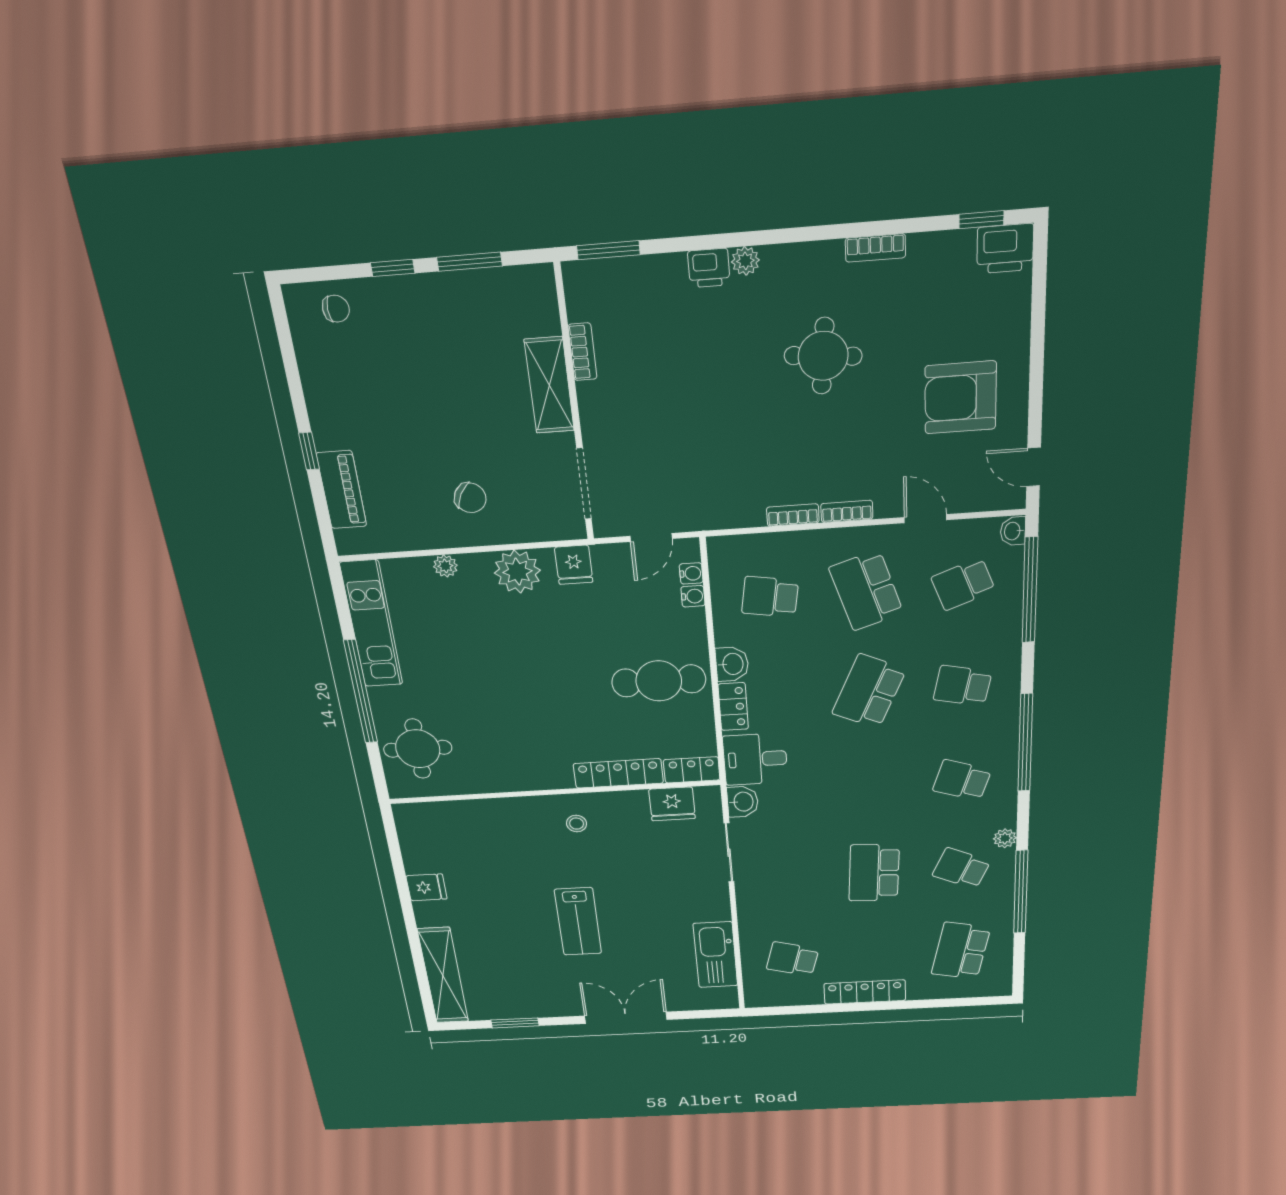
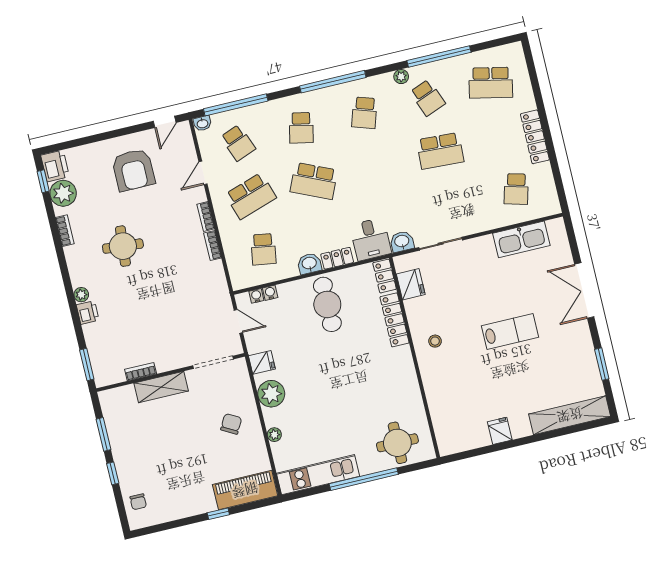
plant: (948, 256) -> (63, 193), added
chair: (336, 309) -> (138, 502), turned 180
piano: (342, 490) -> (245, 490), width x1.37, depth x1.33
school desk: (961, 868) -> (428, 98), turned -45

